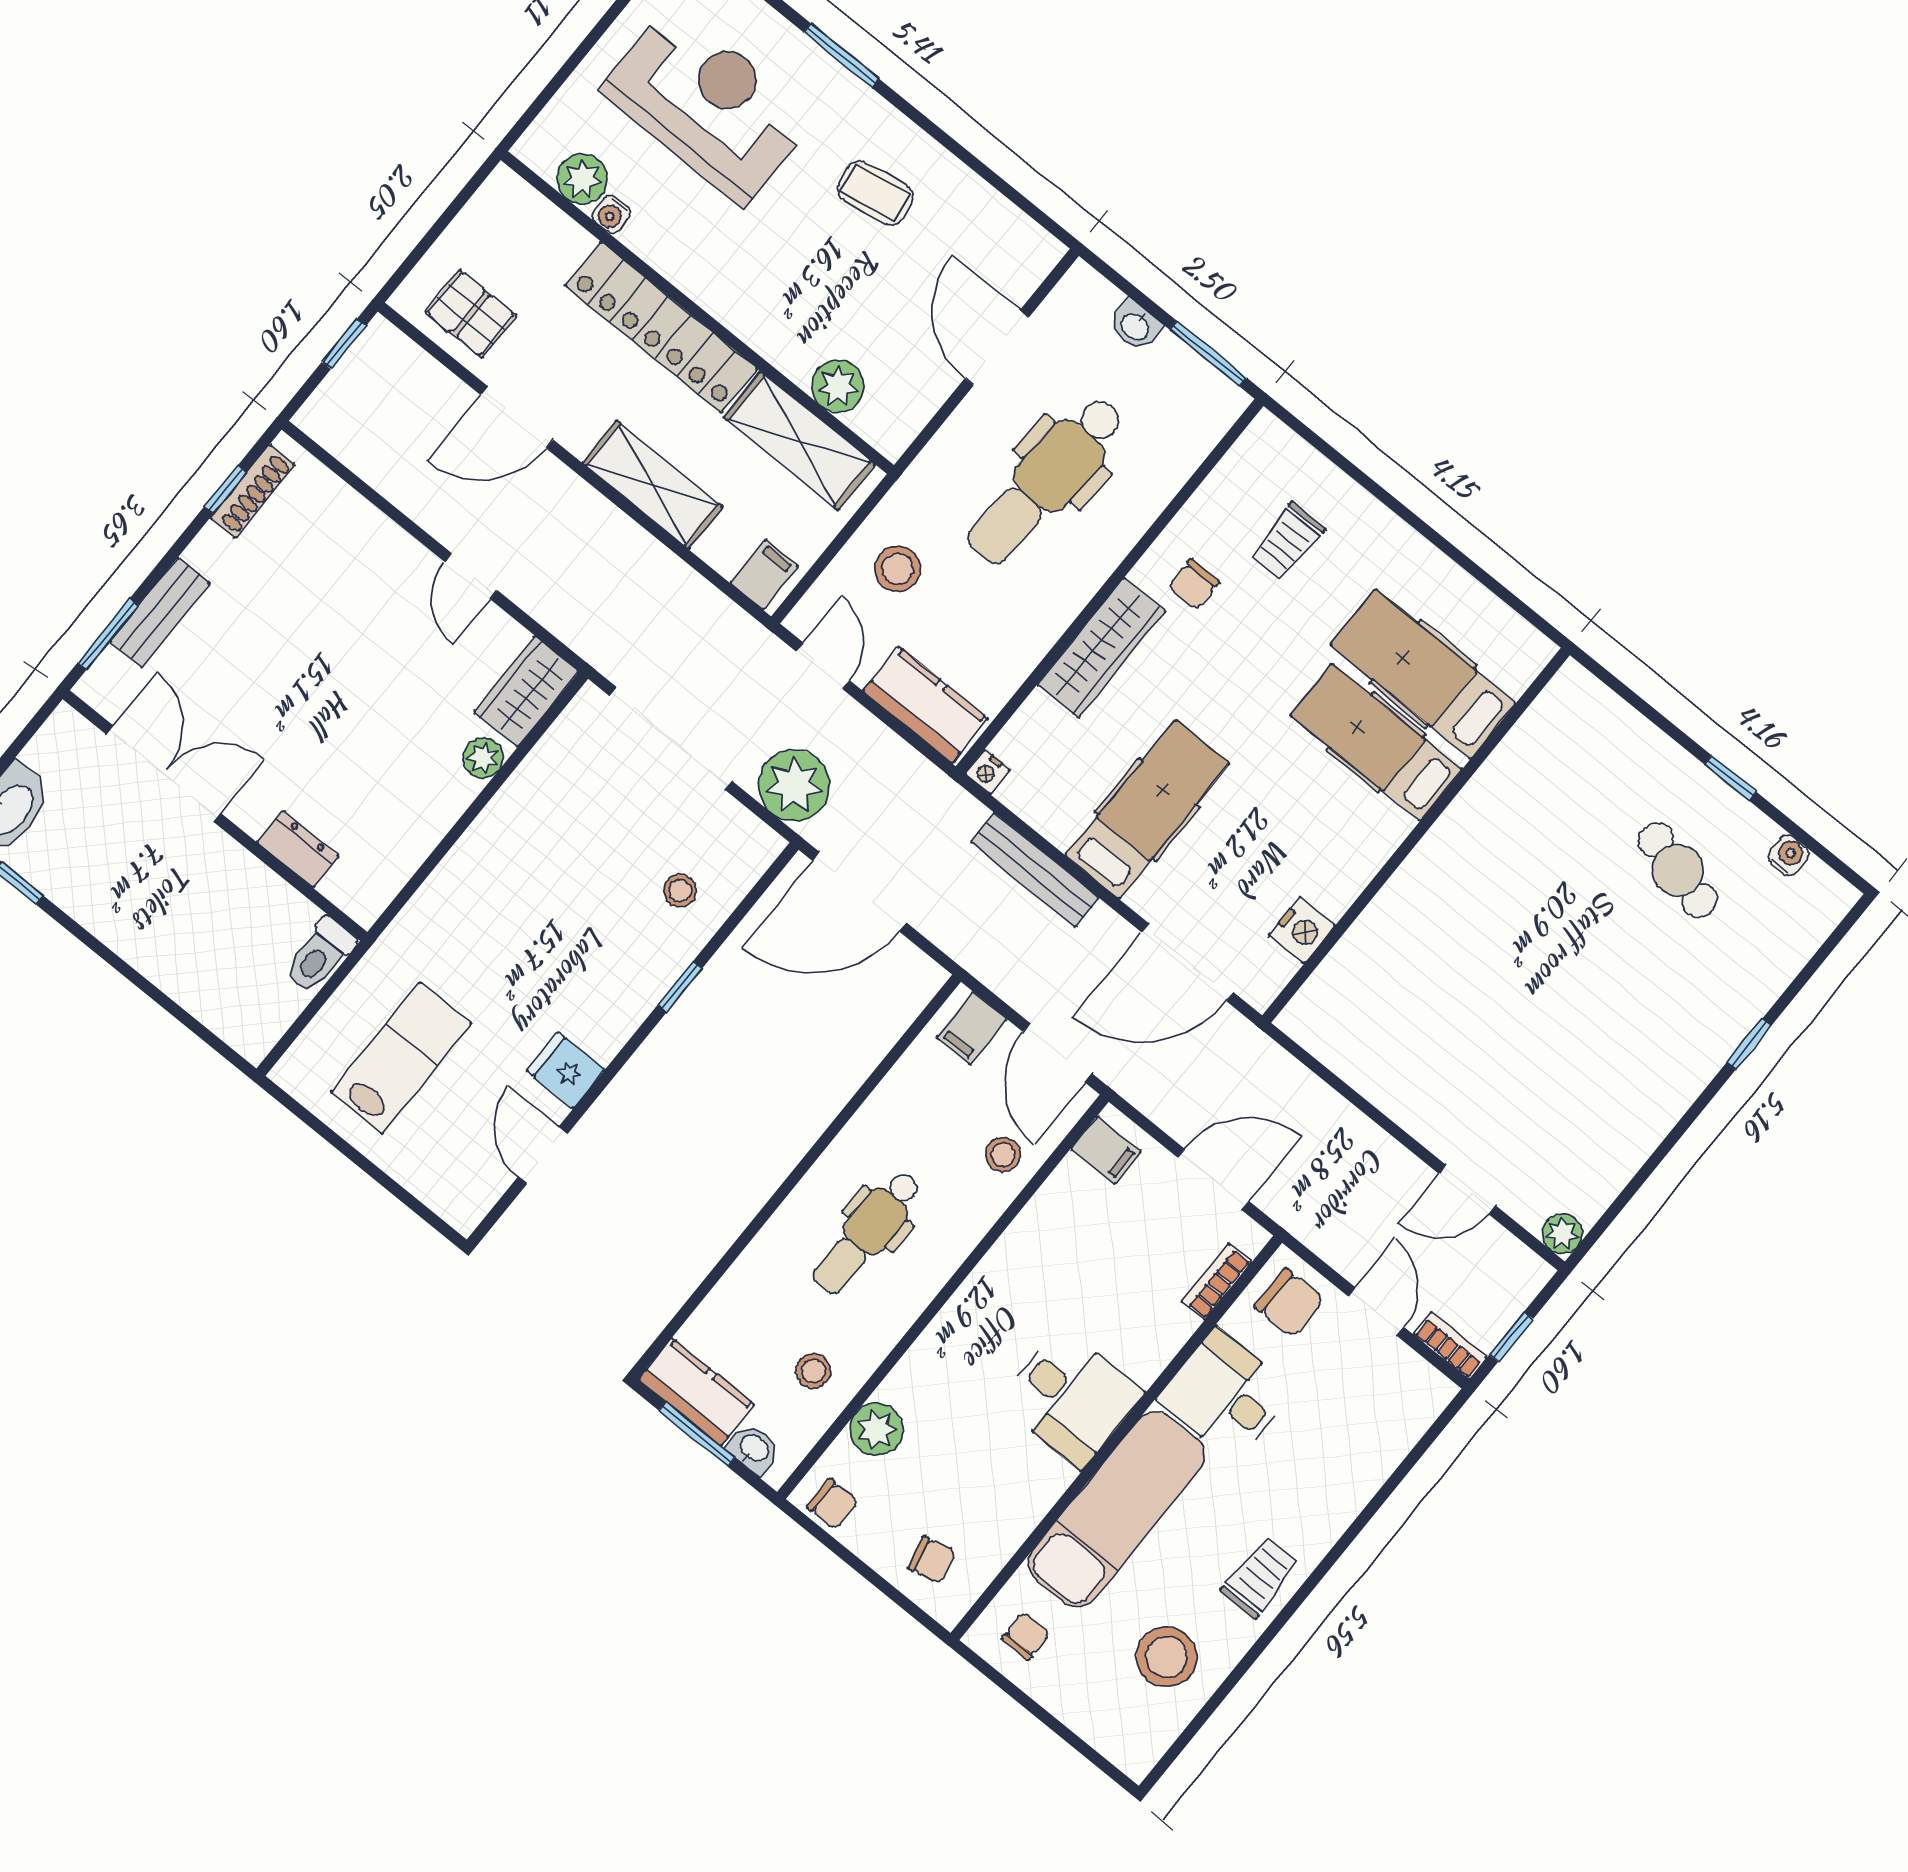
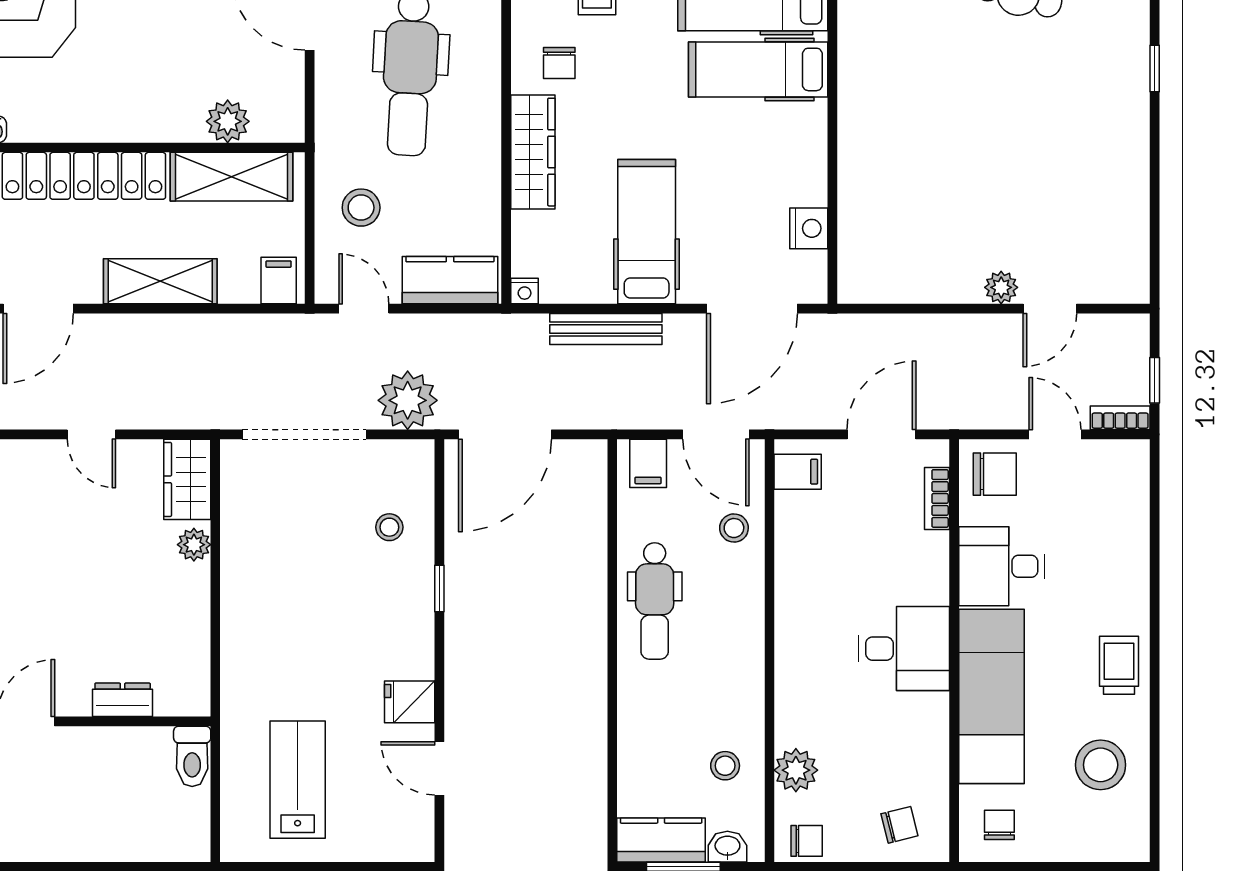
dental chair: (867, 1232) -> (655, 601), moved
plant: (1562, 1234) -> (1001, 287), moved

